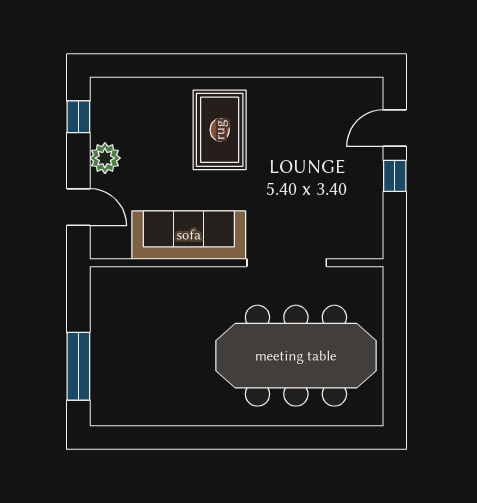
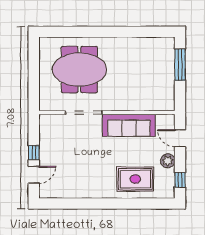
rug: (220, 130) -> (135, 179), moved, turned 90
meeting table: (296, 356) -> (79, 70), width x0.73

